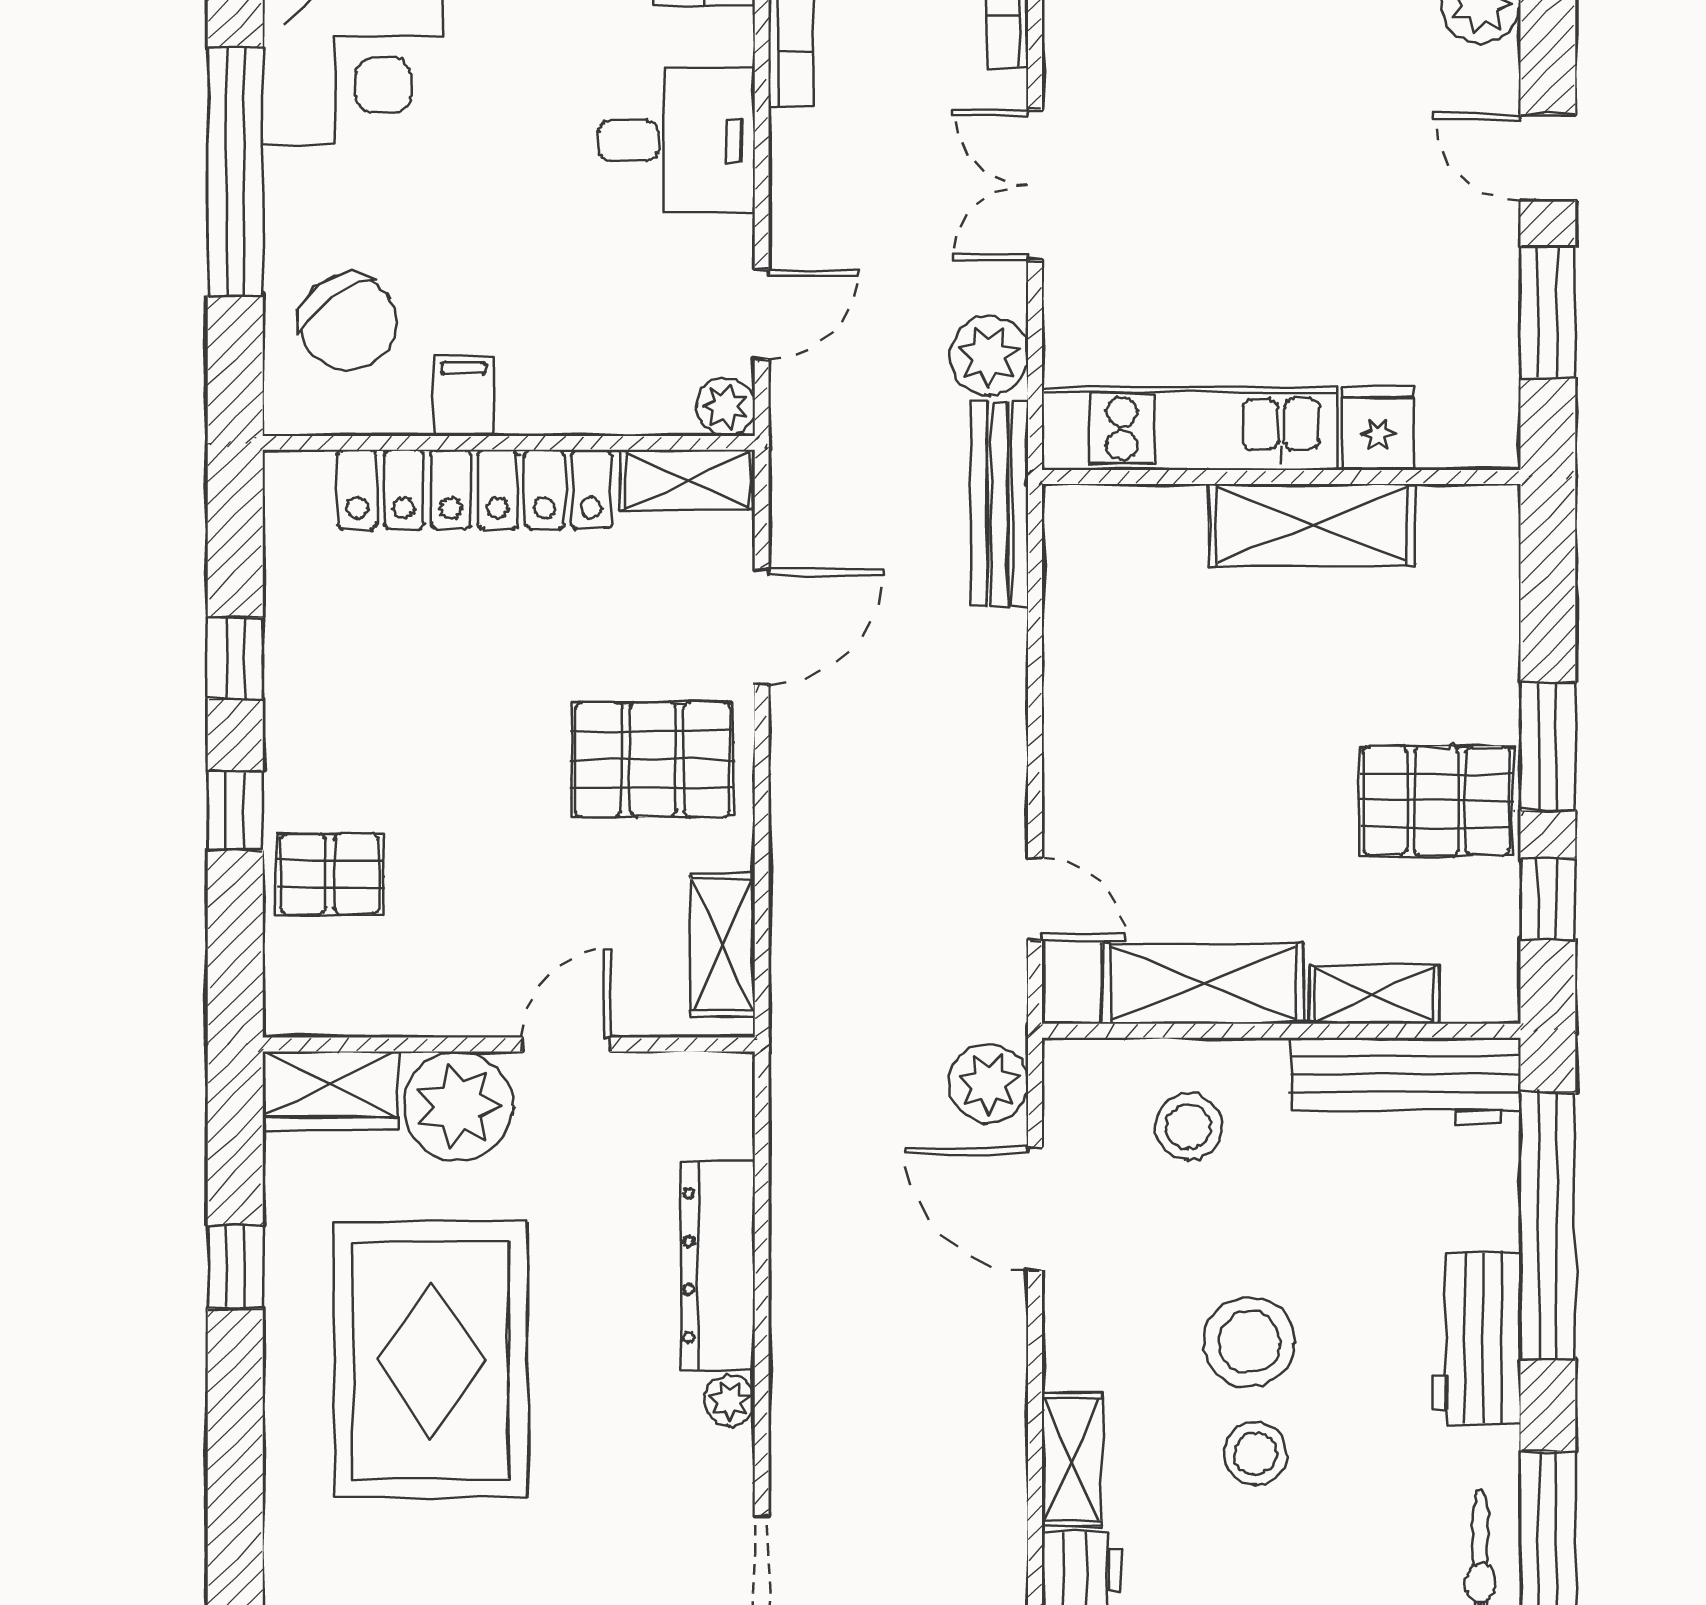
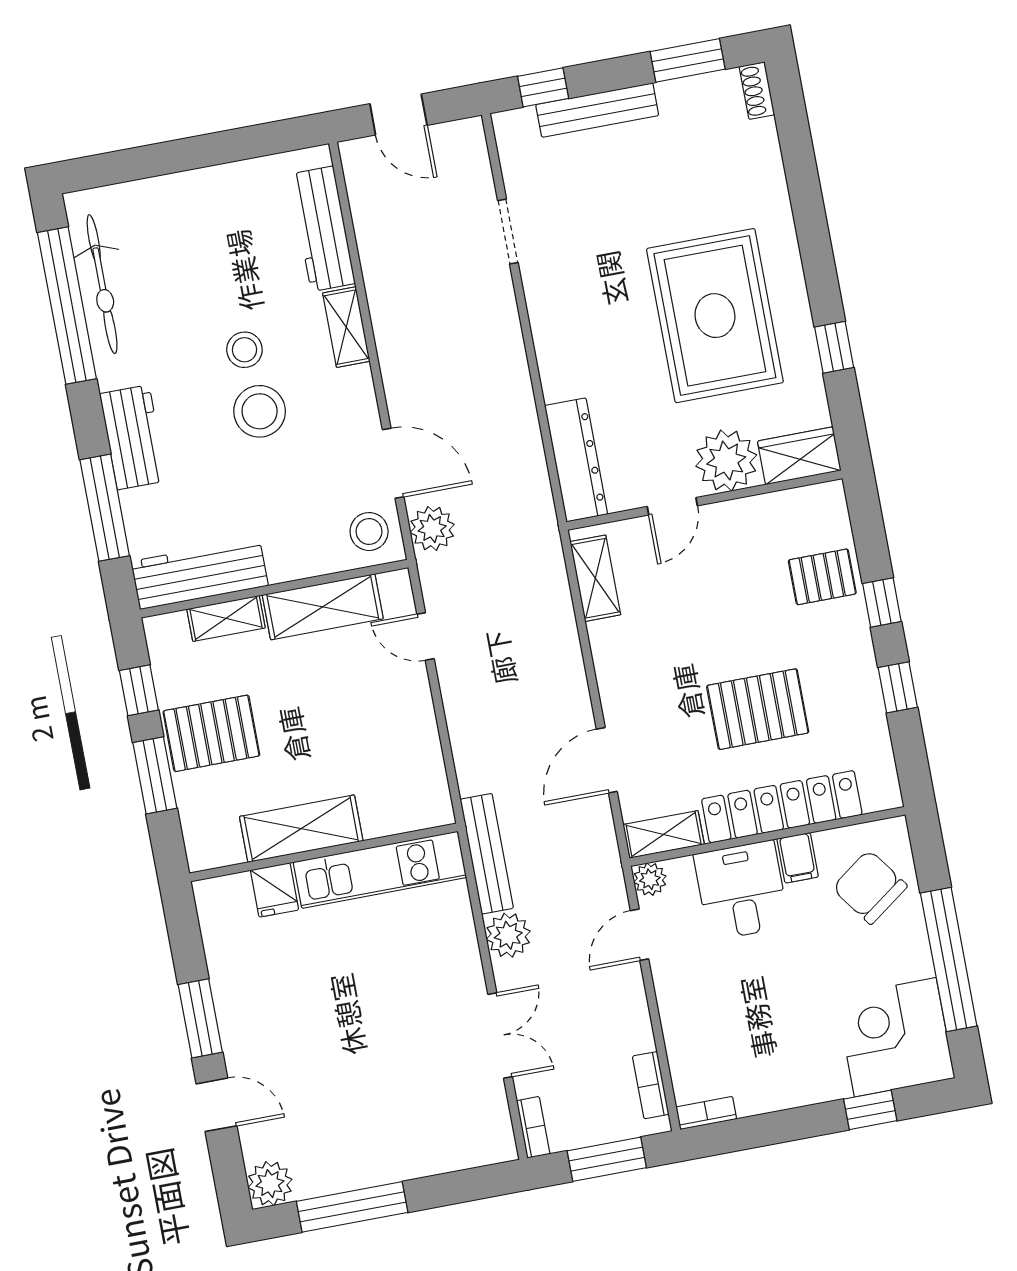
desk: (677, 141) -> (741, 890), moved, turned 90
fridge: (1378, 428) -> (274, 890), moved
kitchen unit: (1190, 429) -> (380, 870), moved
wall: (1281, 477) -> (323, 852), moved
shelving: (1312, 525) -> (301, 829), moved
pallet: (653, 759) -> (758, 709), moved
stool: (1188, 1127) -> (369, 532), moved
window: (1548, 1226) -> (105, 508), width x0.68
dresser: (718, 1265) -> (576, 460), moved
plant: (729, 1401) -> (544, 324), removed

